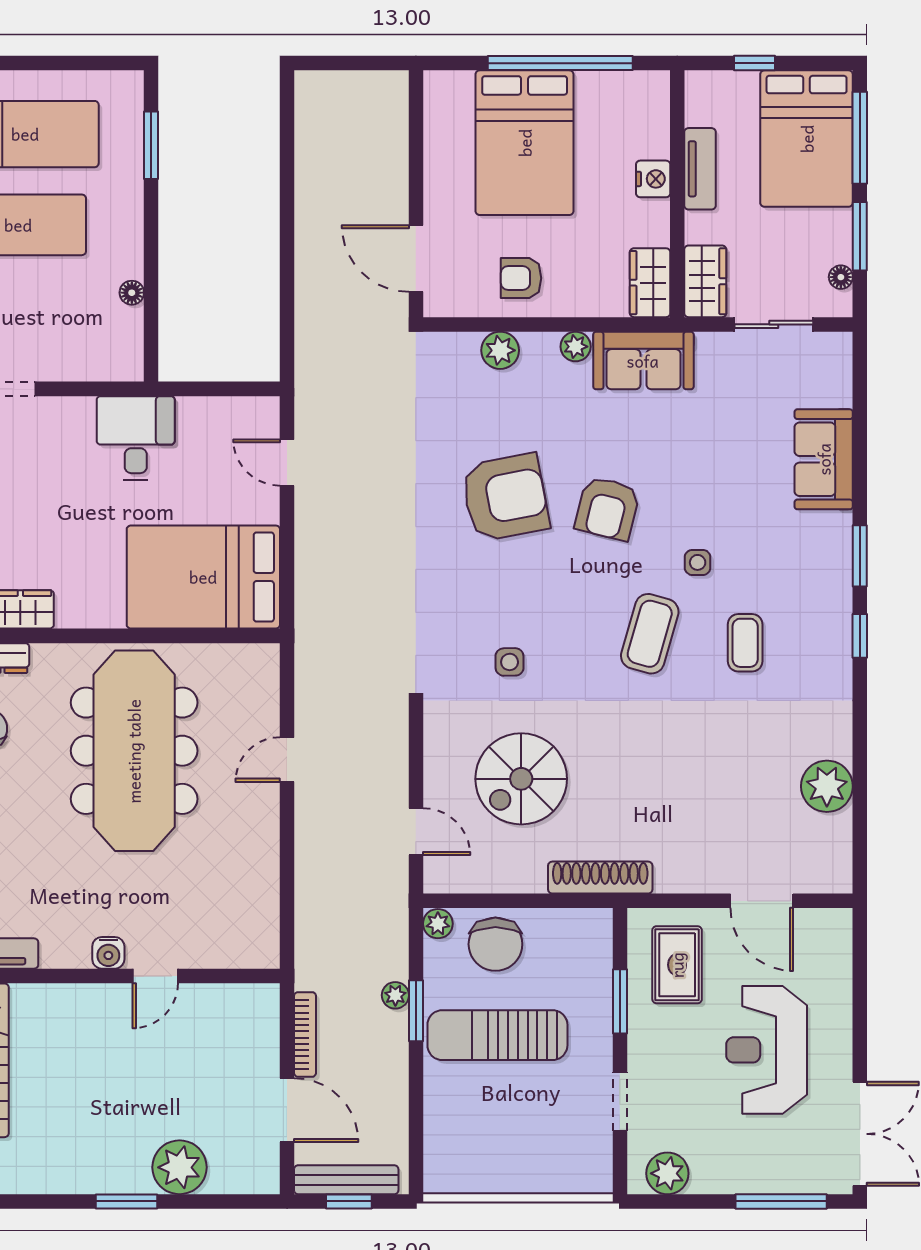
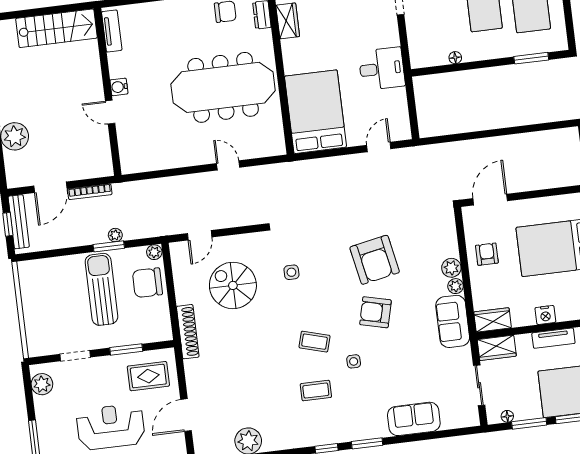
plant: (500, 350) -> (451, 268), moved
coffee table: (650, 634) -> (314, 342), width x0.73, depth x0.77

